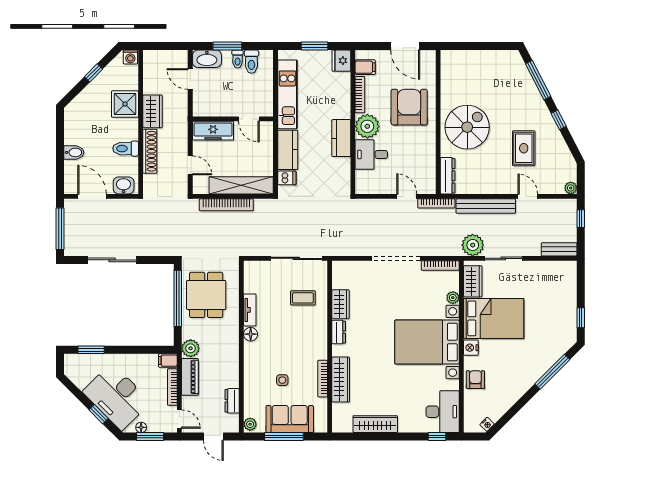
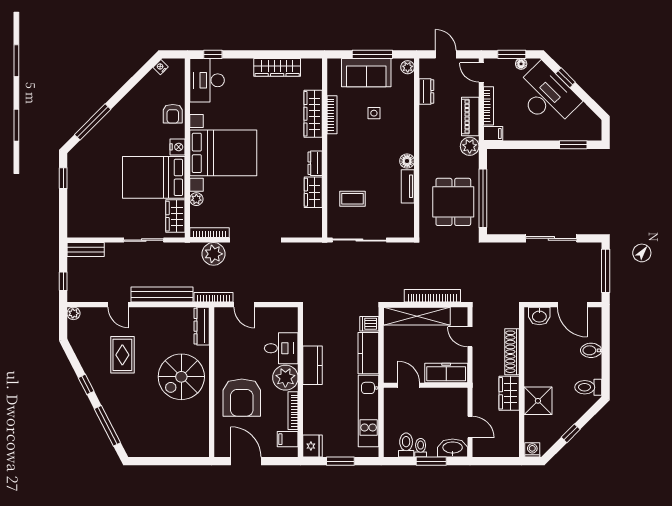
toilet: (126, 149) -> (588, 387), moved, turned 180
plant: (473, 245) -> (214, 254), moved

